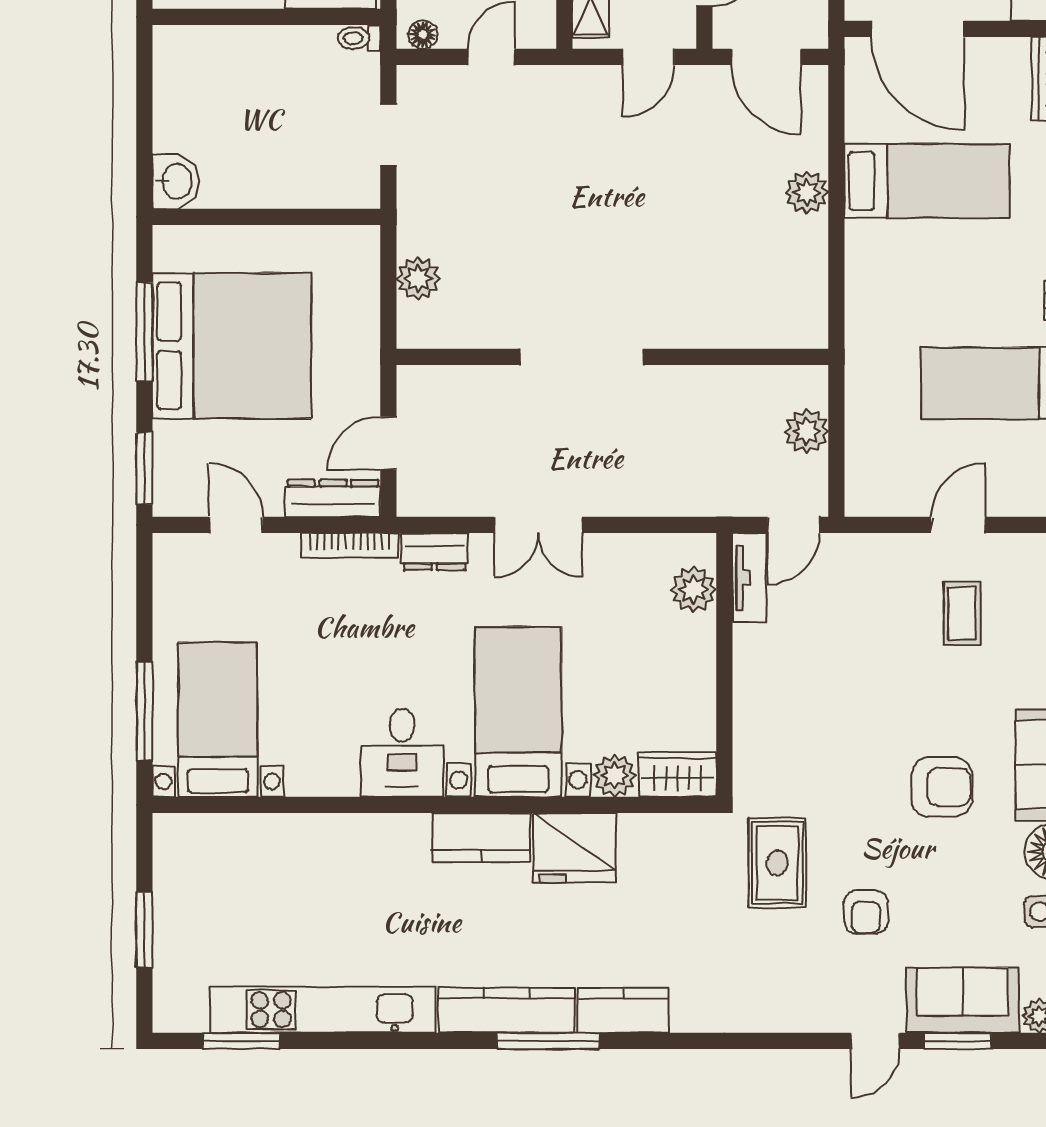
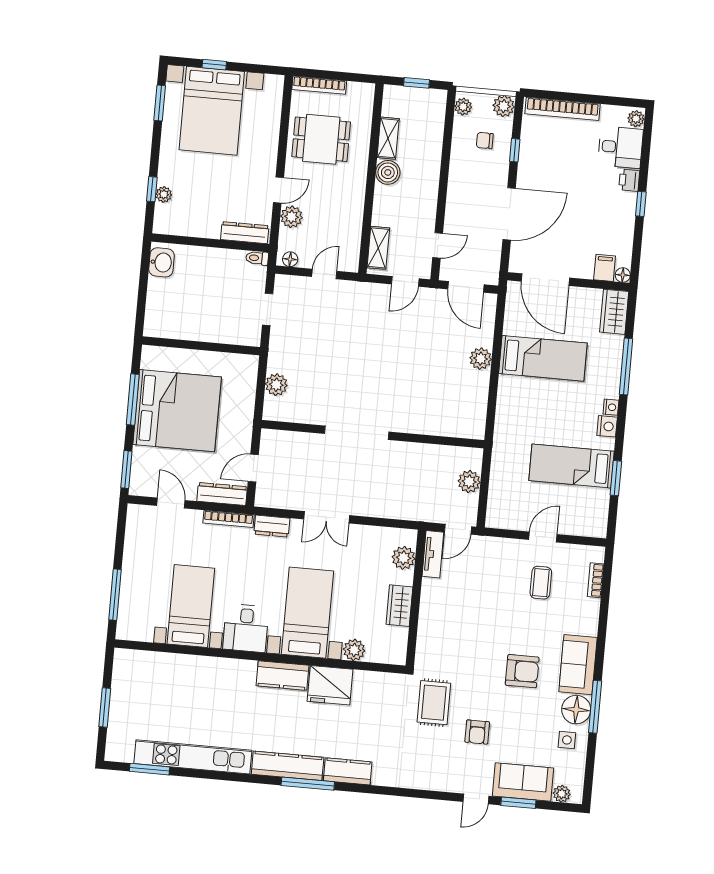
washbasin: (176, 181) -> (161, 262), moved
bed with nightstands: (218, 720) -> (191, 606), moved
wardrobe: (678, 775) -> (399, 606), moved, turned -90

